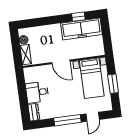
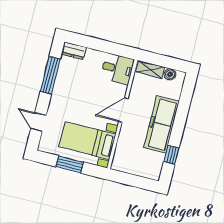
freezer: (81, 29) -> (161, 124), moved
desk: (37, 92) -> (117, 69), moved, turned 90
window: (67, 120) -> (50, 75), moved

